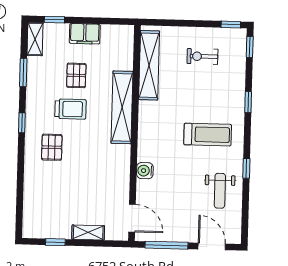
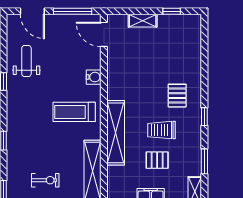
pallet: (76, 75) -> (157, 160), turned 90
treadmill: (208, 135) -> (74, 112), moved

